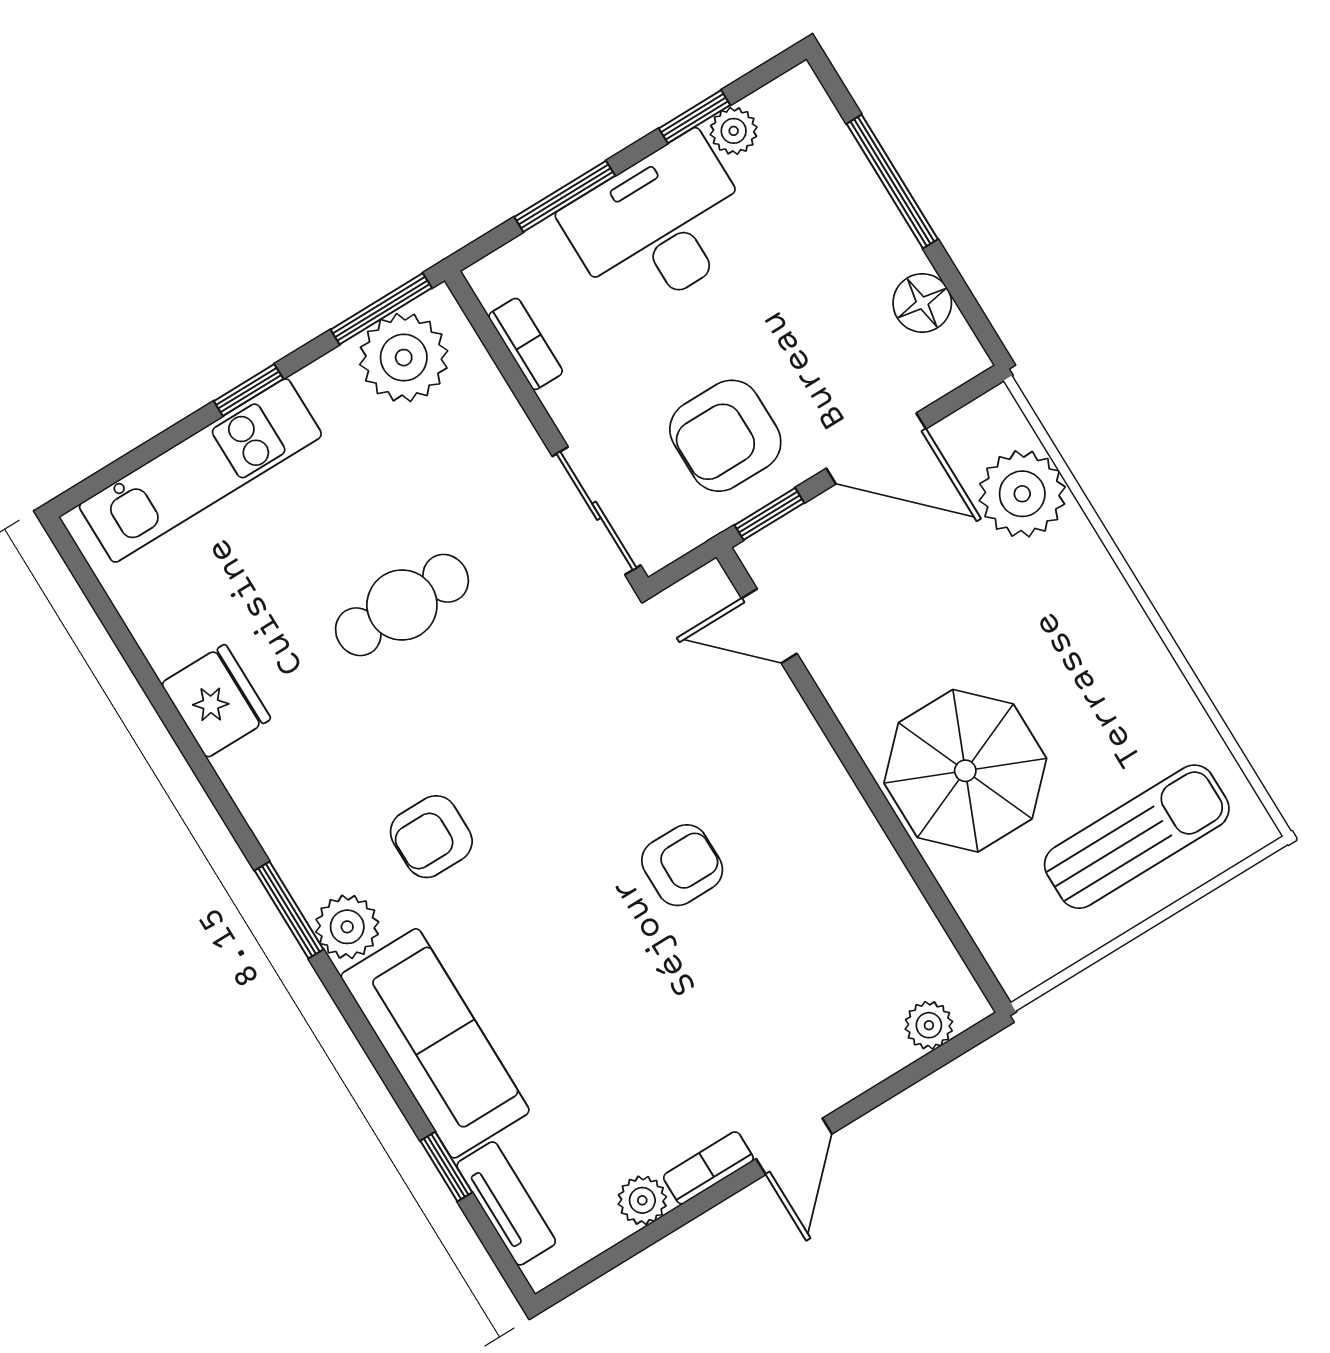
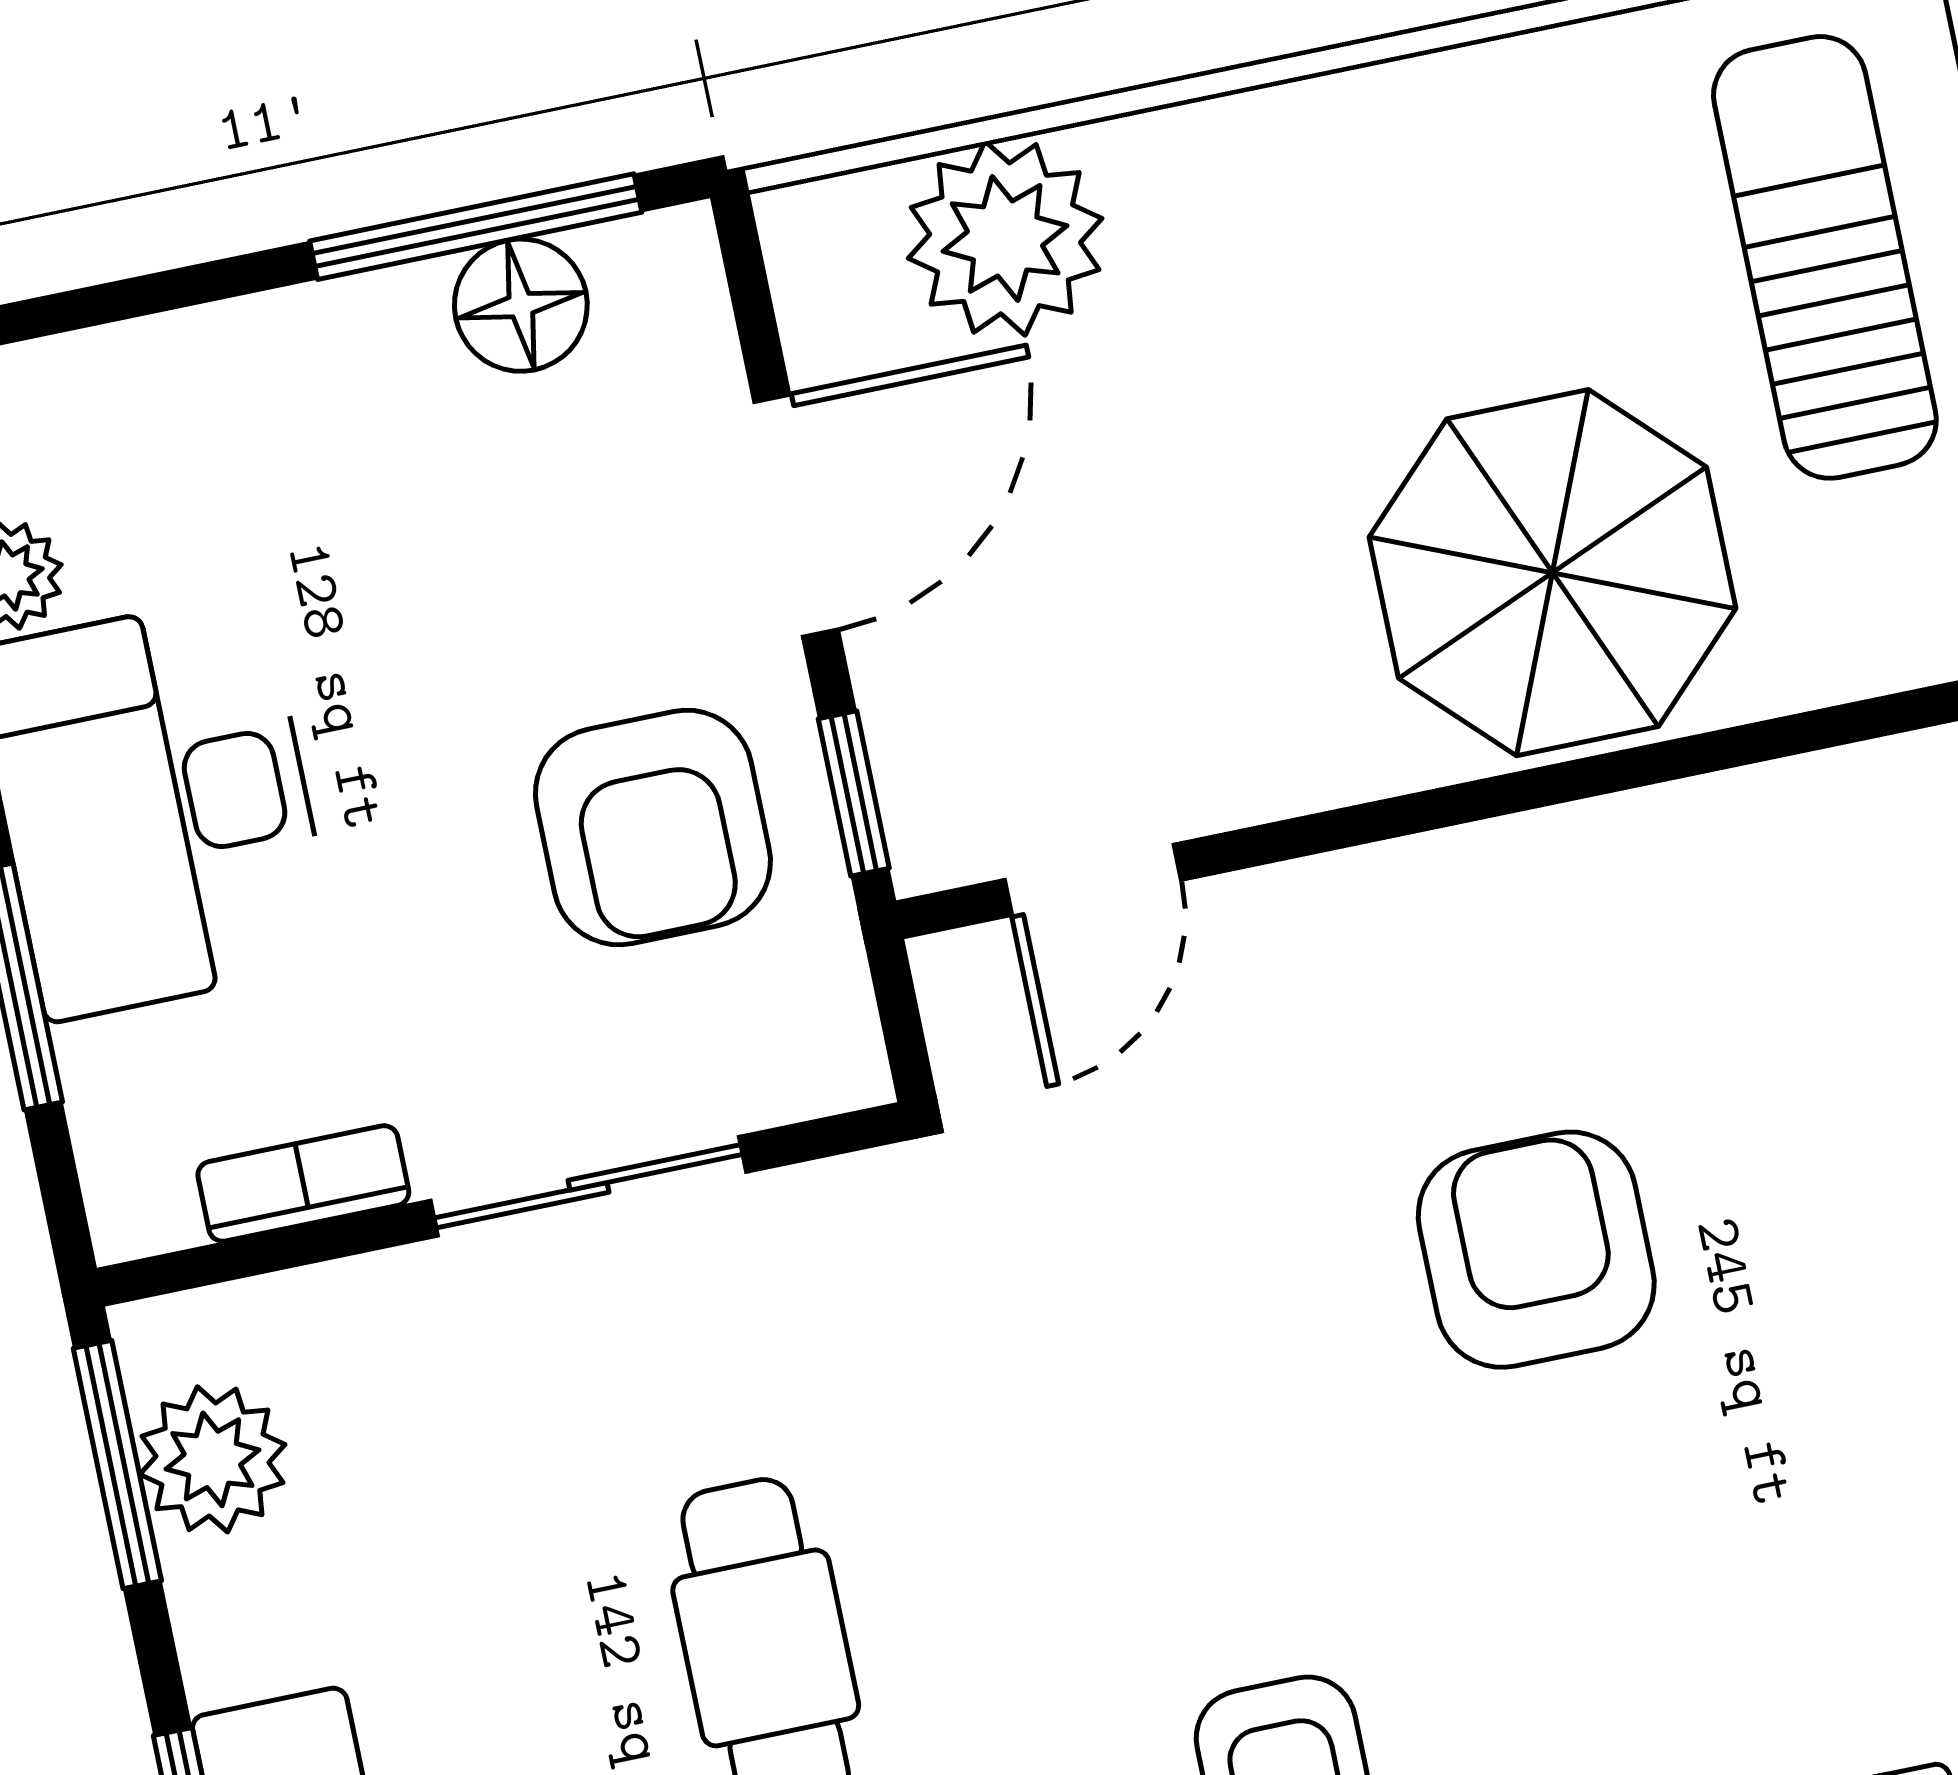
window: (892, 181) -> (476, 227), moved
plant: (404, 358) -> (212, 1459), width x0.73, depth x0.73
sliding door: (596, 511) -> (589, 1186), moved
armchair: (682, 865) -> (1536, 1250), width x1.38, depth x1.38

